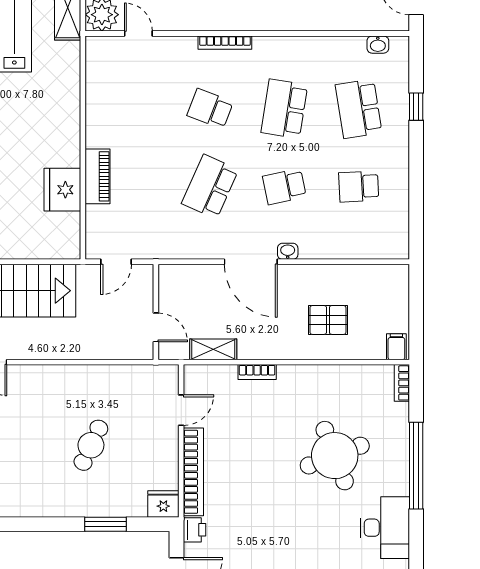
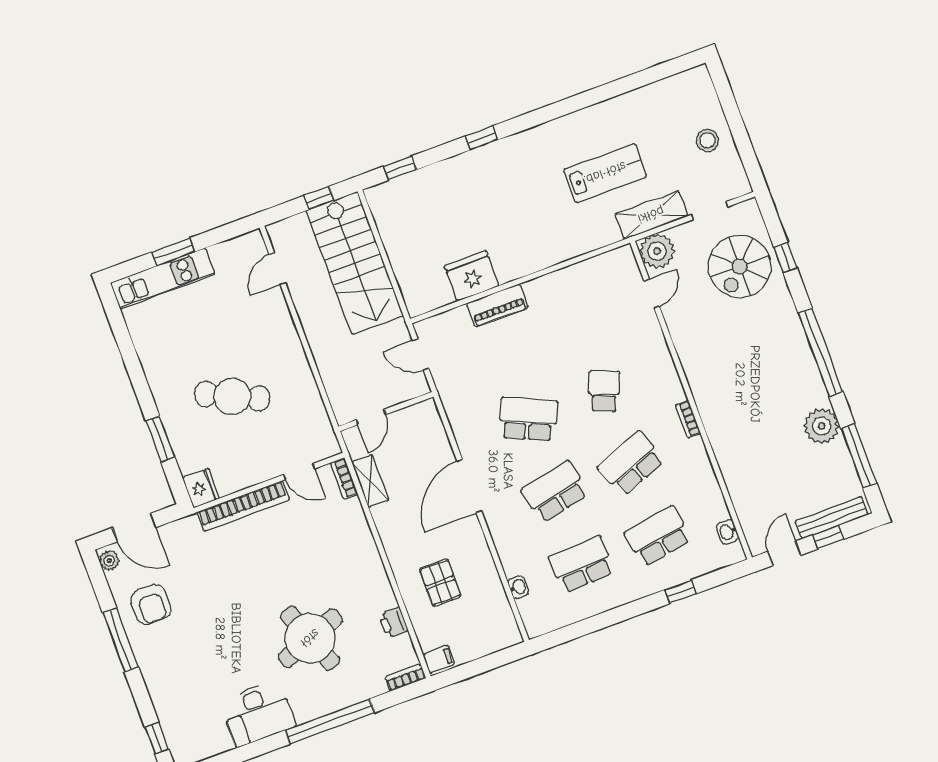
bookcase: (225, 43) -> (688, 419), moved, width x0.64
school desk: (284, 109) -> (631, 464), turned -30
school desk: (284, 187) -> (555, 492), width x1.85
school desk: (359, 187) -> (582, 564), width x1.85
washbasin: (288, 251) -> (518, 587), moved
bookcase: (257, 372) -> (344, 479), moved
cafe table: (91, 445) -> (232, 396), width x1.37, depth x1.35
printer: (194, 530) -> (393, 623), moved, turned 90

